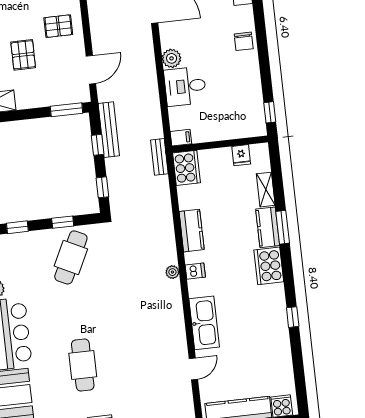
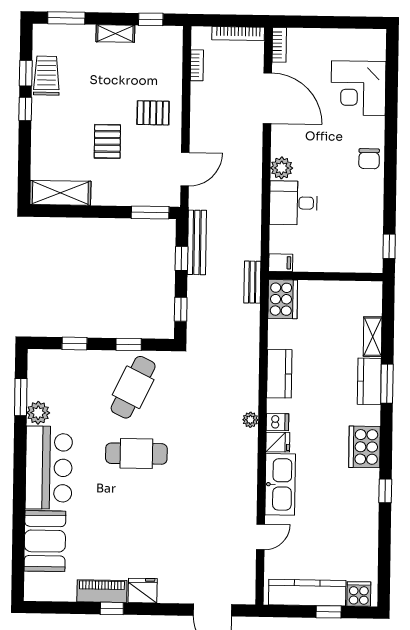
fridge: (241, 155) -> (278, 442), moved, turned -90
cooker: (269, 266) -> (364, 447), moved
cafe table: (83, 365) -> (136, 454), moved, turned 90

